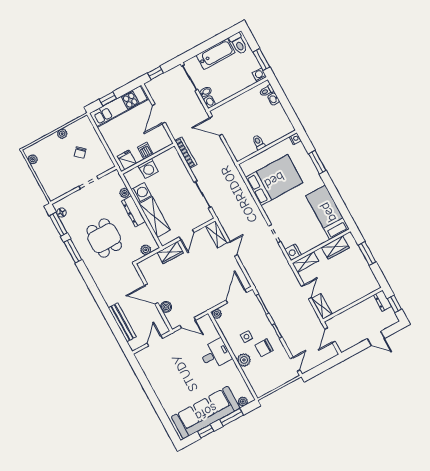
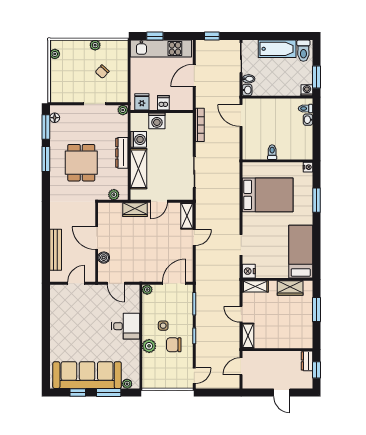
plant: (124, 193) -> (123, 110), moved
door: (306, 292) -> (241, 314), swing flipped

